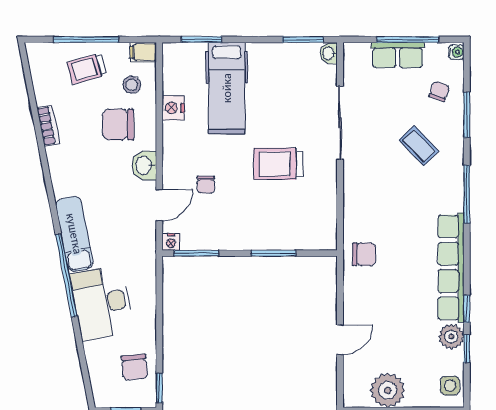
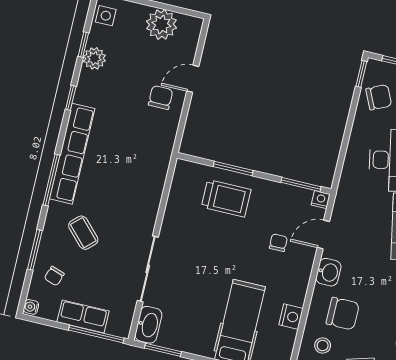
window: (408, 39) -> (96, 334), moved
washbasin: (329, 53) -> (148, 325), width x1.91, depth x1.45
trolley: (278, 164) -> (226, 198), moved
chair: (364, 254) -> (161, 98), moved, turned 90
row of seats: (451, 267) -> (72, 154), moved
window: (467, 309) -> (71, 98), moved
chair: (135, 367) -> (379, 97), turned 70

